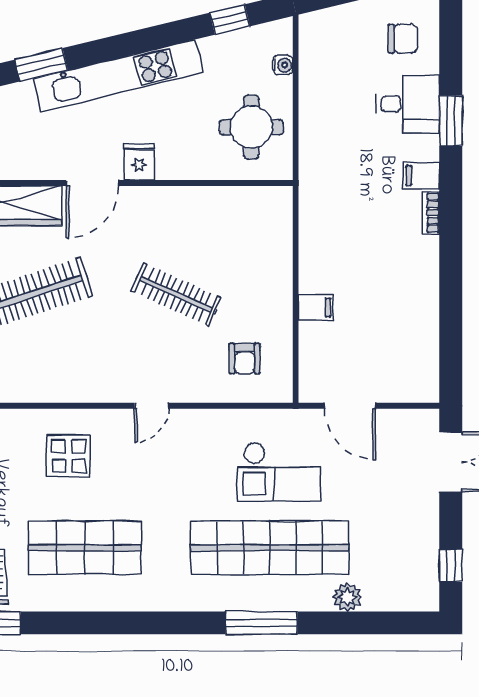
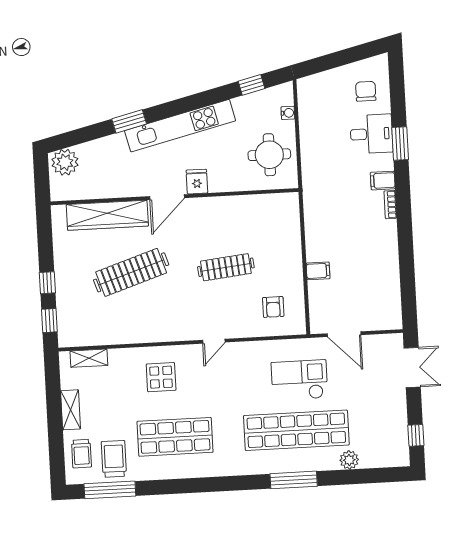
chair: (403, 39) -> (366, 91), turned -90
clothes rail: (176, 294) -> (226, 267), turned -30
checkout: (278, 472) -> (299, 380), turned 180

